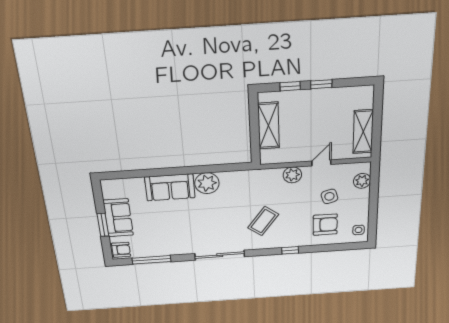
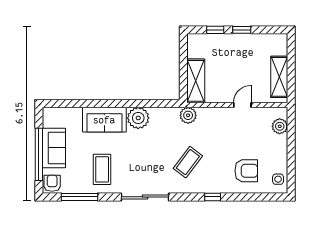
shelving: (268, 126) -> (196, 81), moved
plant: (292, 175) -> (188, 115), moved
side table: (329, 196) -> (250, 140), removed
window: (103, 225) -> (39, 154), width x2.11
coffee table: (172, 234) -> (102, 169), added
armchair: (121, 250) -> (52, 183), turned -90

